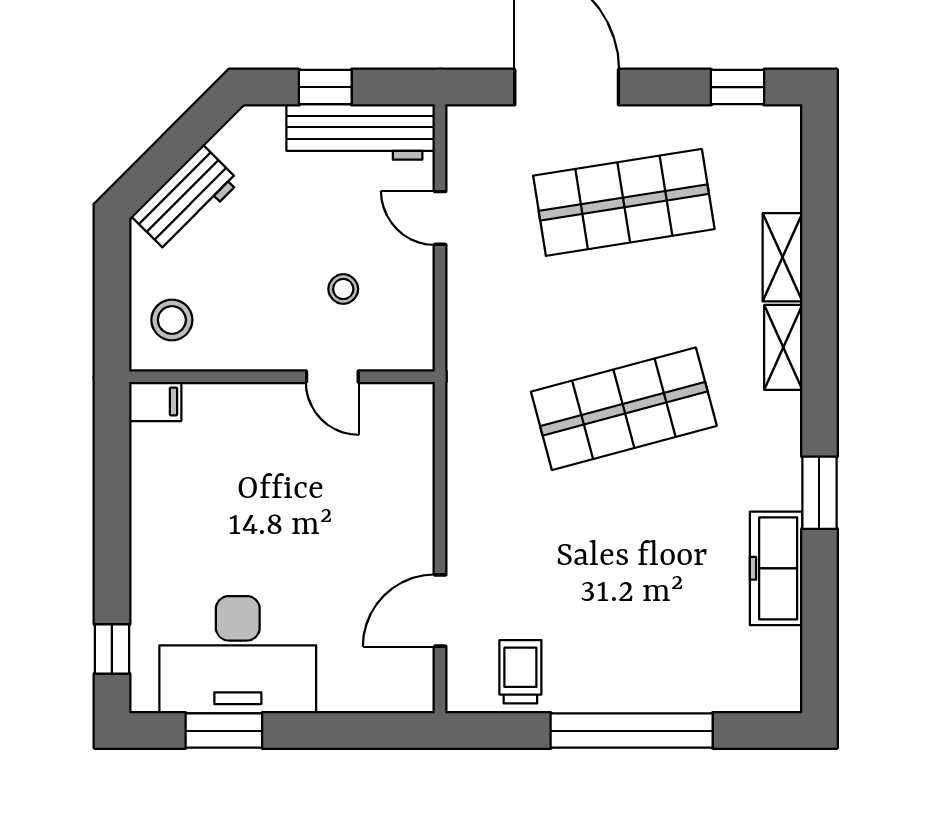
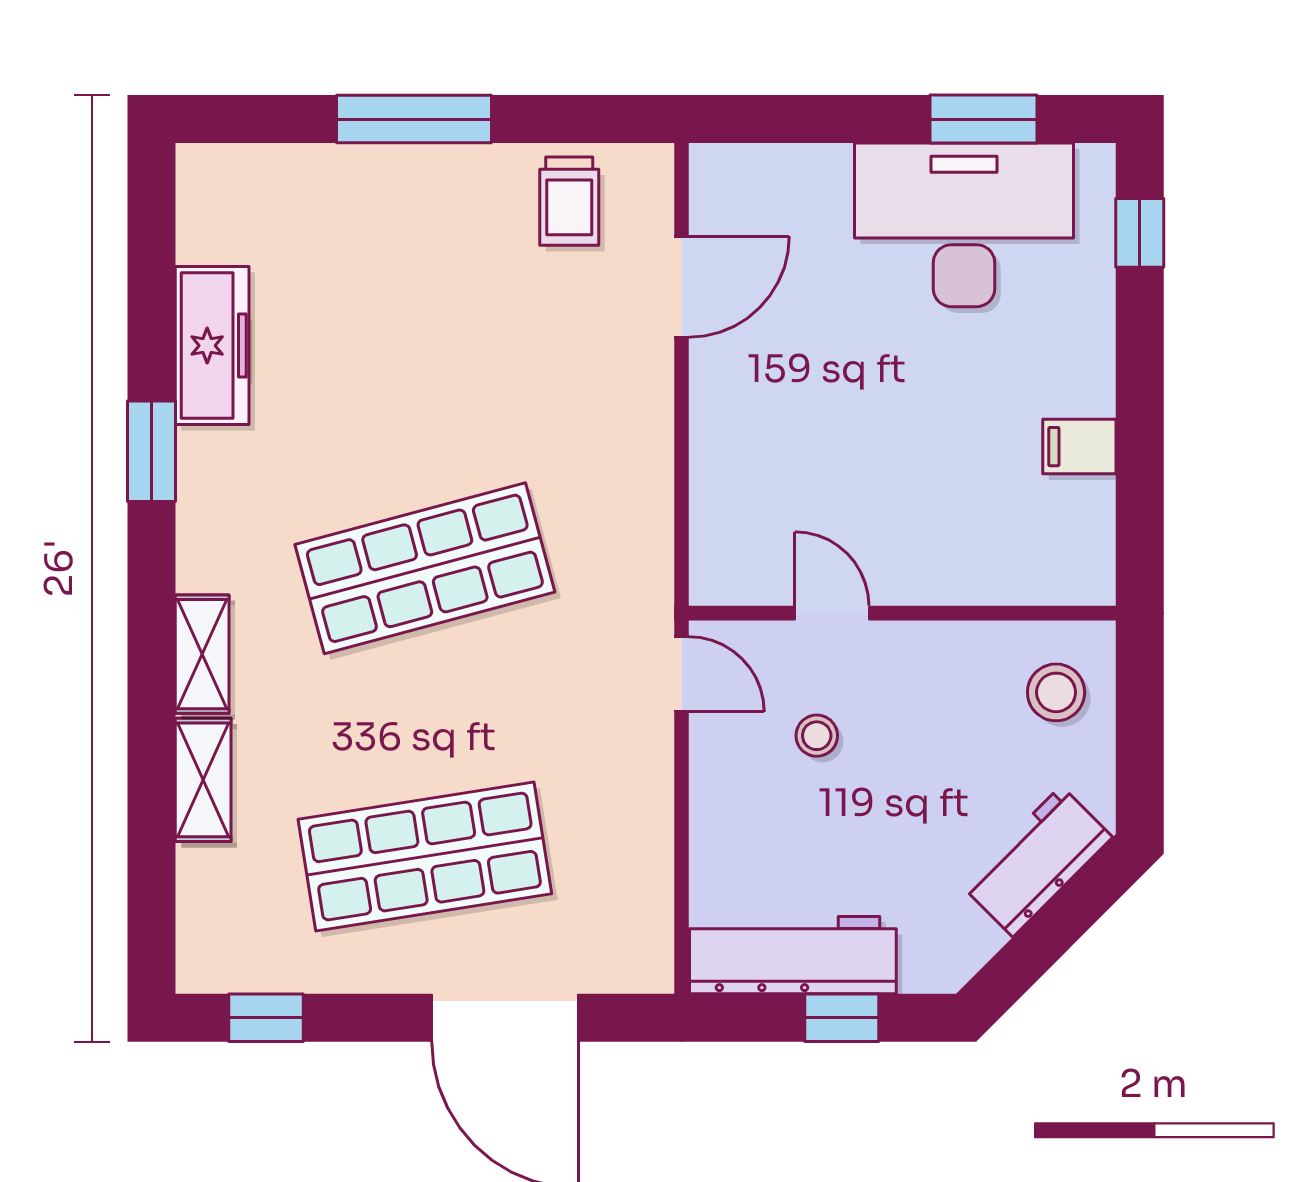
door: (440, 218) -> (681, 674), moved
filing cabinet: (155, 401) -> (1079, 447), moved
window: (632, 731) -> (414, 119), width x0.68

